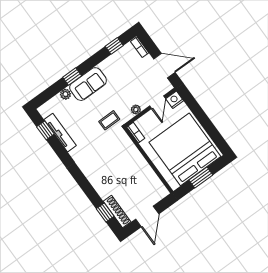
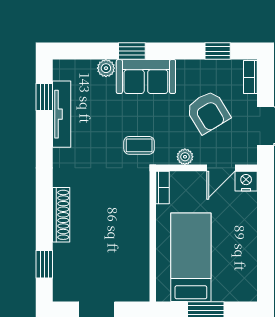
armchair: (131, 79) -> (208, 112), added
bed: (185, 149) -> (191, 257), width x0.49
shoe rack: (117, 211) -> (61, 215), moved

